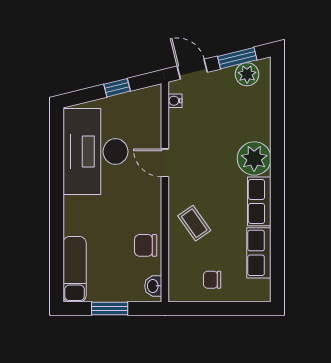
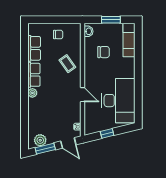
plant: (254, 158) -> (32, 93), width x0.53, depth x0.53
chair: (146, 245) -> (104, 52), moved

